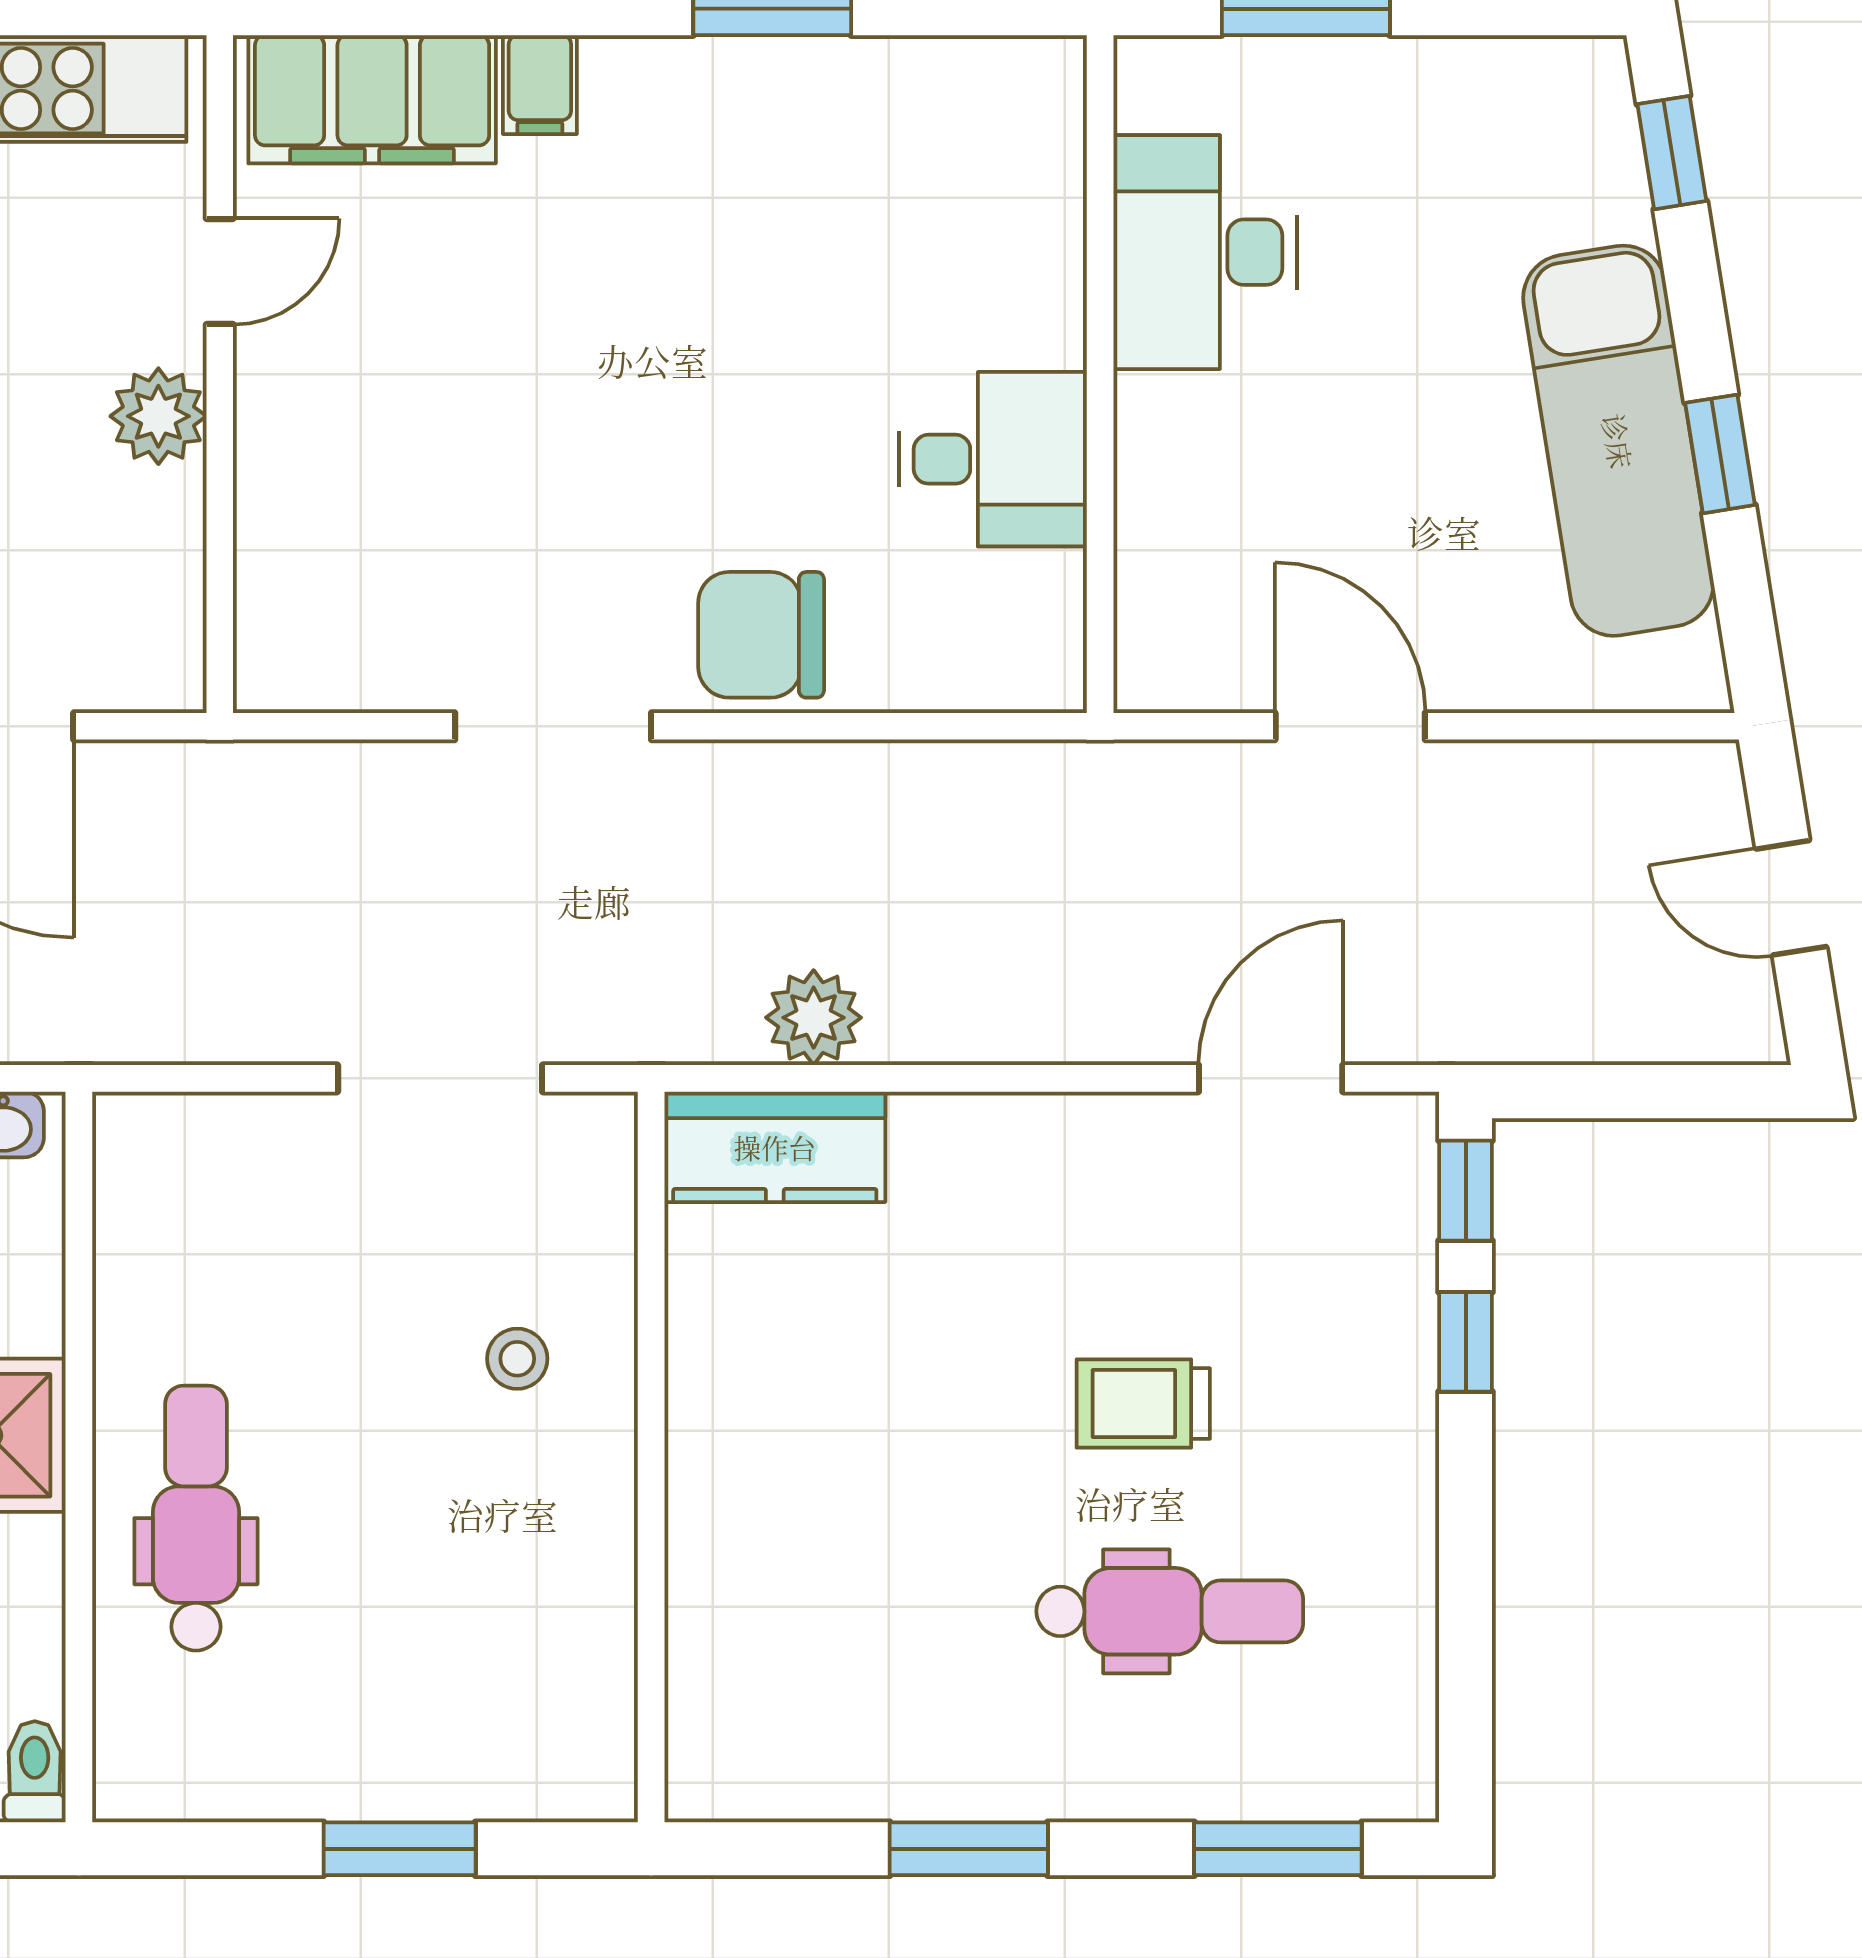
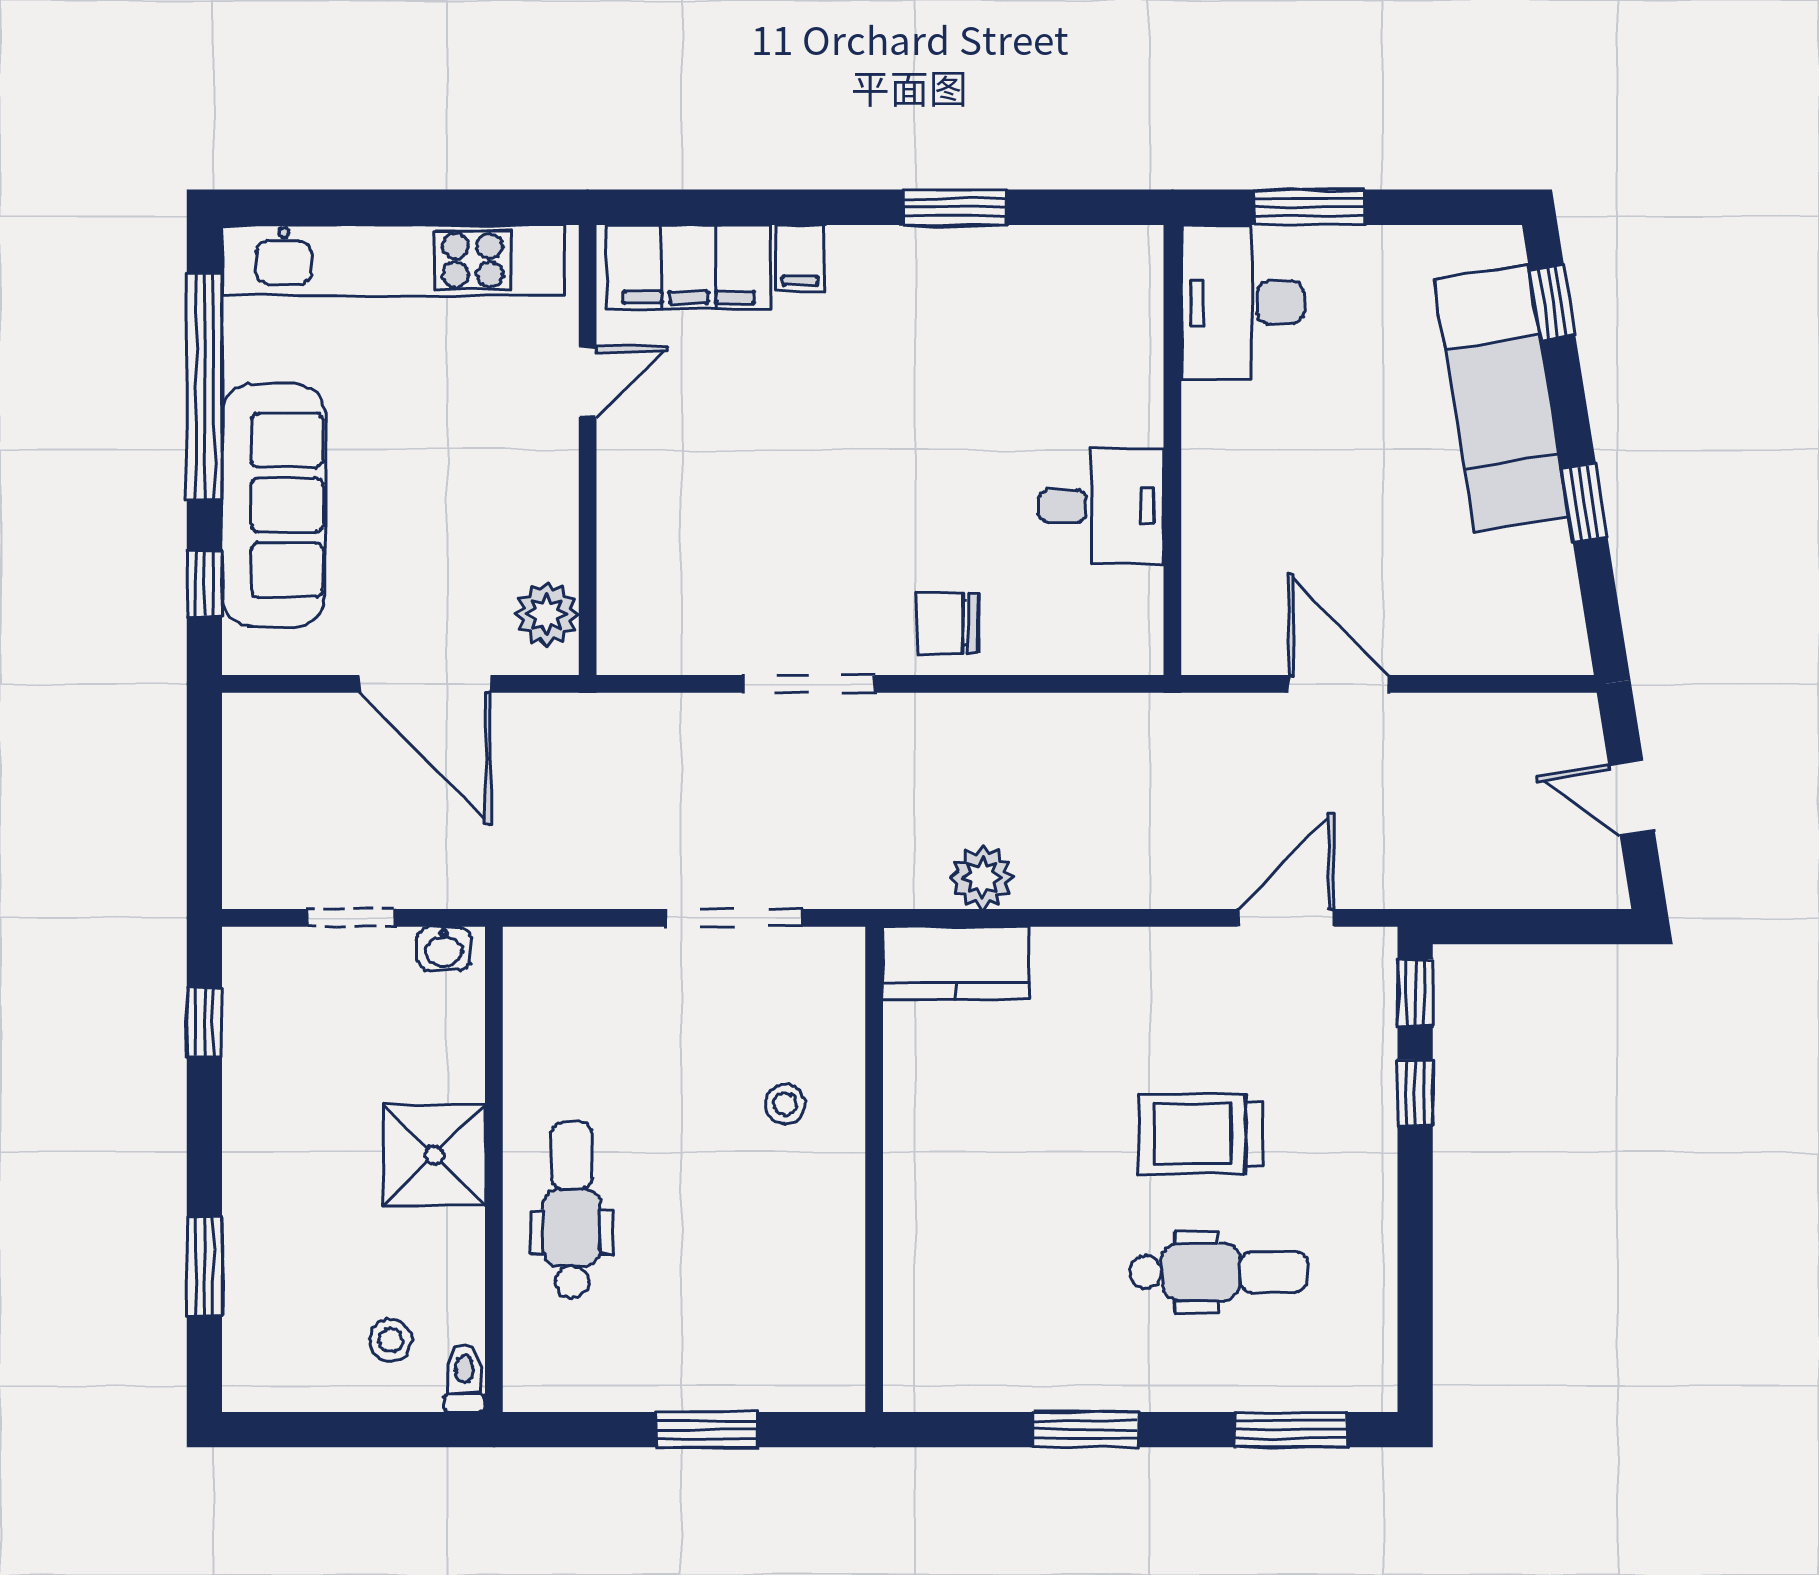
desk: (1205, 252) -> (1242, 302), moved
plant: (158, 416) -> (547, 614), moved
exam couch: (1618, 441) -> (1501, 398), moved
chair: (761, 635) -> (947, 623), width x0.73, depth x0.73
trolley: (1143, 1404) -> (1201, 1134), width x1.36, depth x1.39

